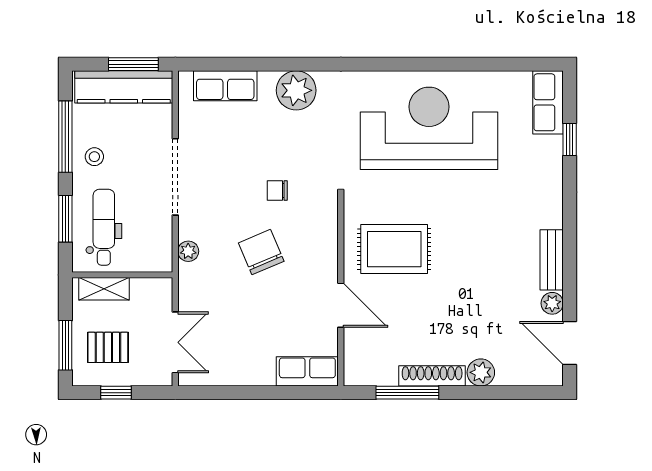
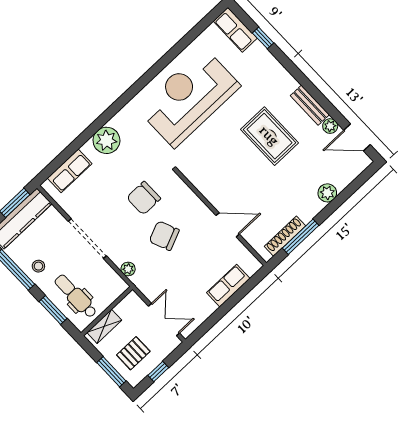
chair: (277, 191) -> (144, 198), width x1.87, depth x1.87
rug: (394, 249) -> (269, 136), moved, turned 90
row of seats: (307, 371) -> (228, 286), moved
shoe rack: (432, 376) -> (285, 236), moved

